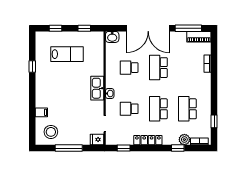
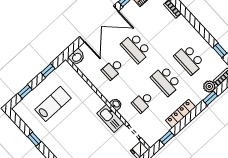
kitchen sink: (97, 88) -> (110, 118), moved

